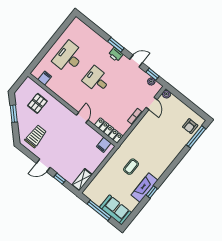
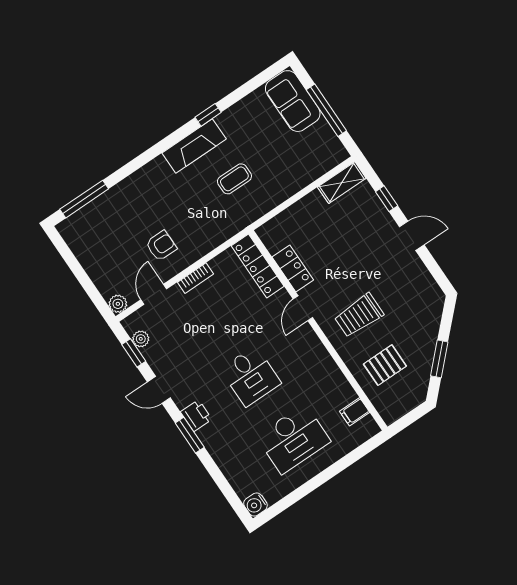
water cooler: (77, 23) -> (255, 504), added
armchair: (190, 126) -> (161, 246), moved
locker: (92, 134) -> (293, 268), added
trolley: (36, 136) -> (359, 315), moved
filing cabinet: (104, 145) -> (276, 240), removed
fireplace: (144, 188) -> (194, 146), moved

